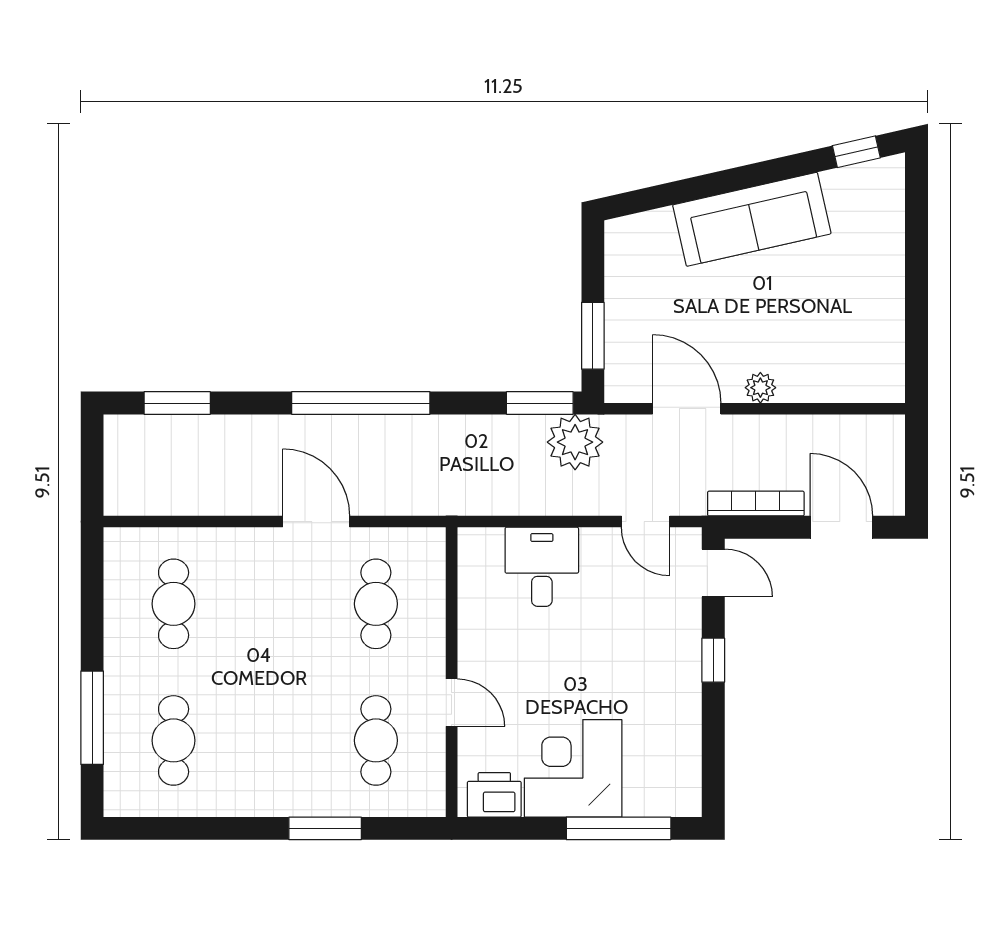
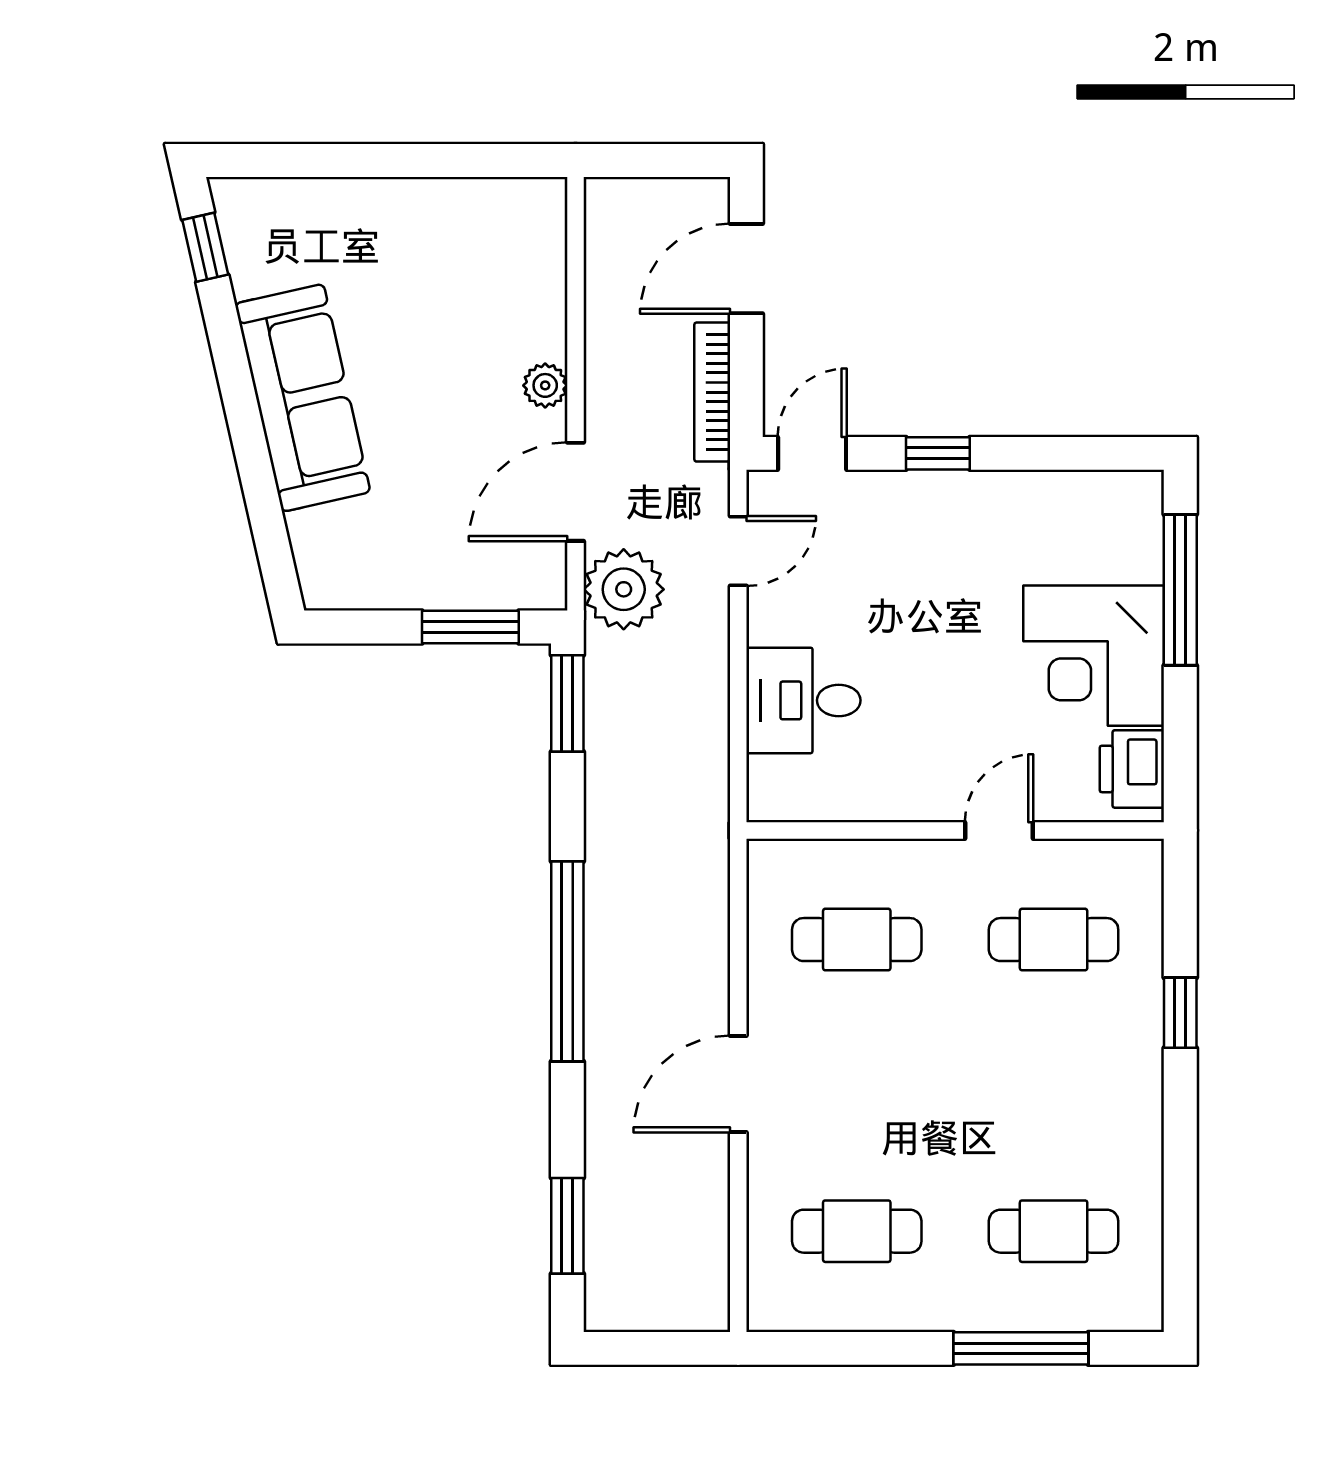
plant: (575, 442) -> (624, 589), moved
door: (316, 522) -> (738, 1084), moved
window: (325, 828) -> (1180, 1013), width x0.67

